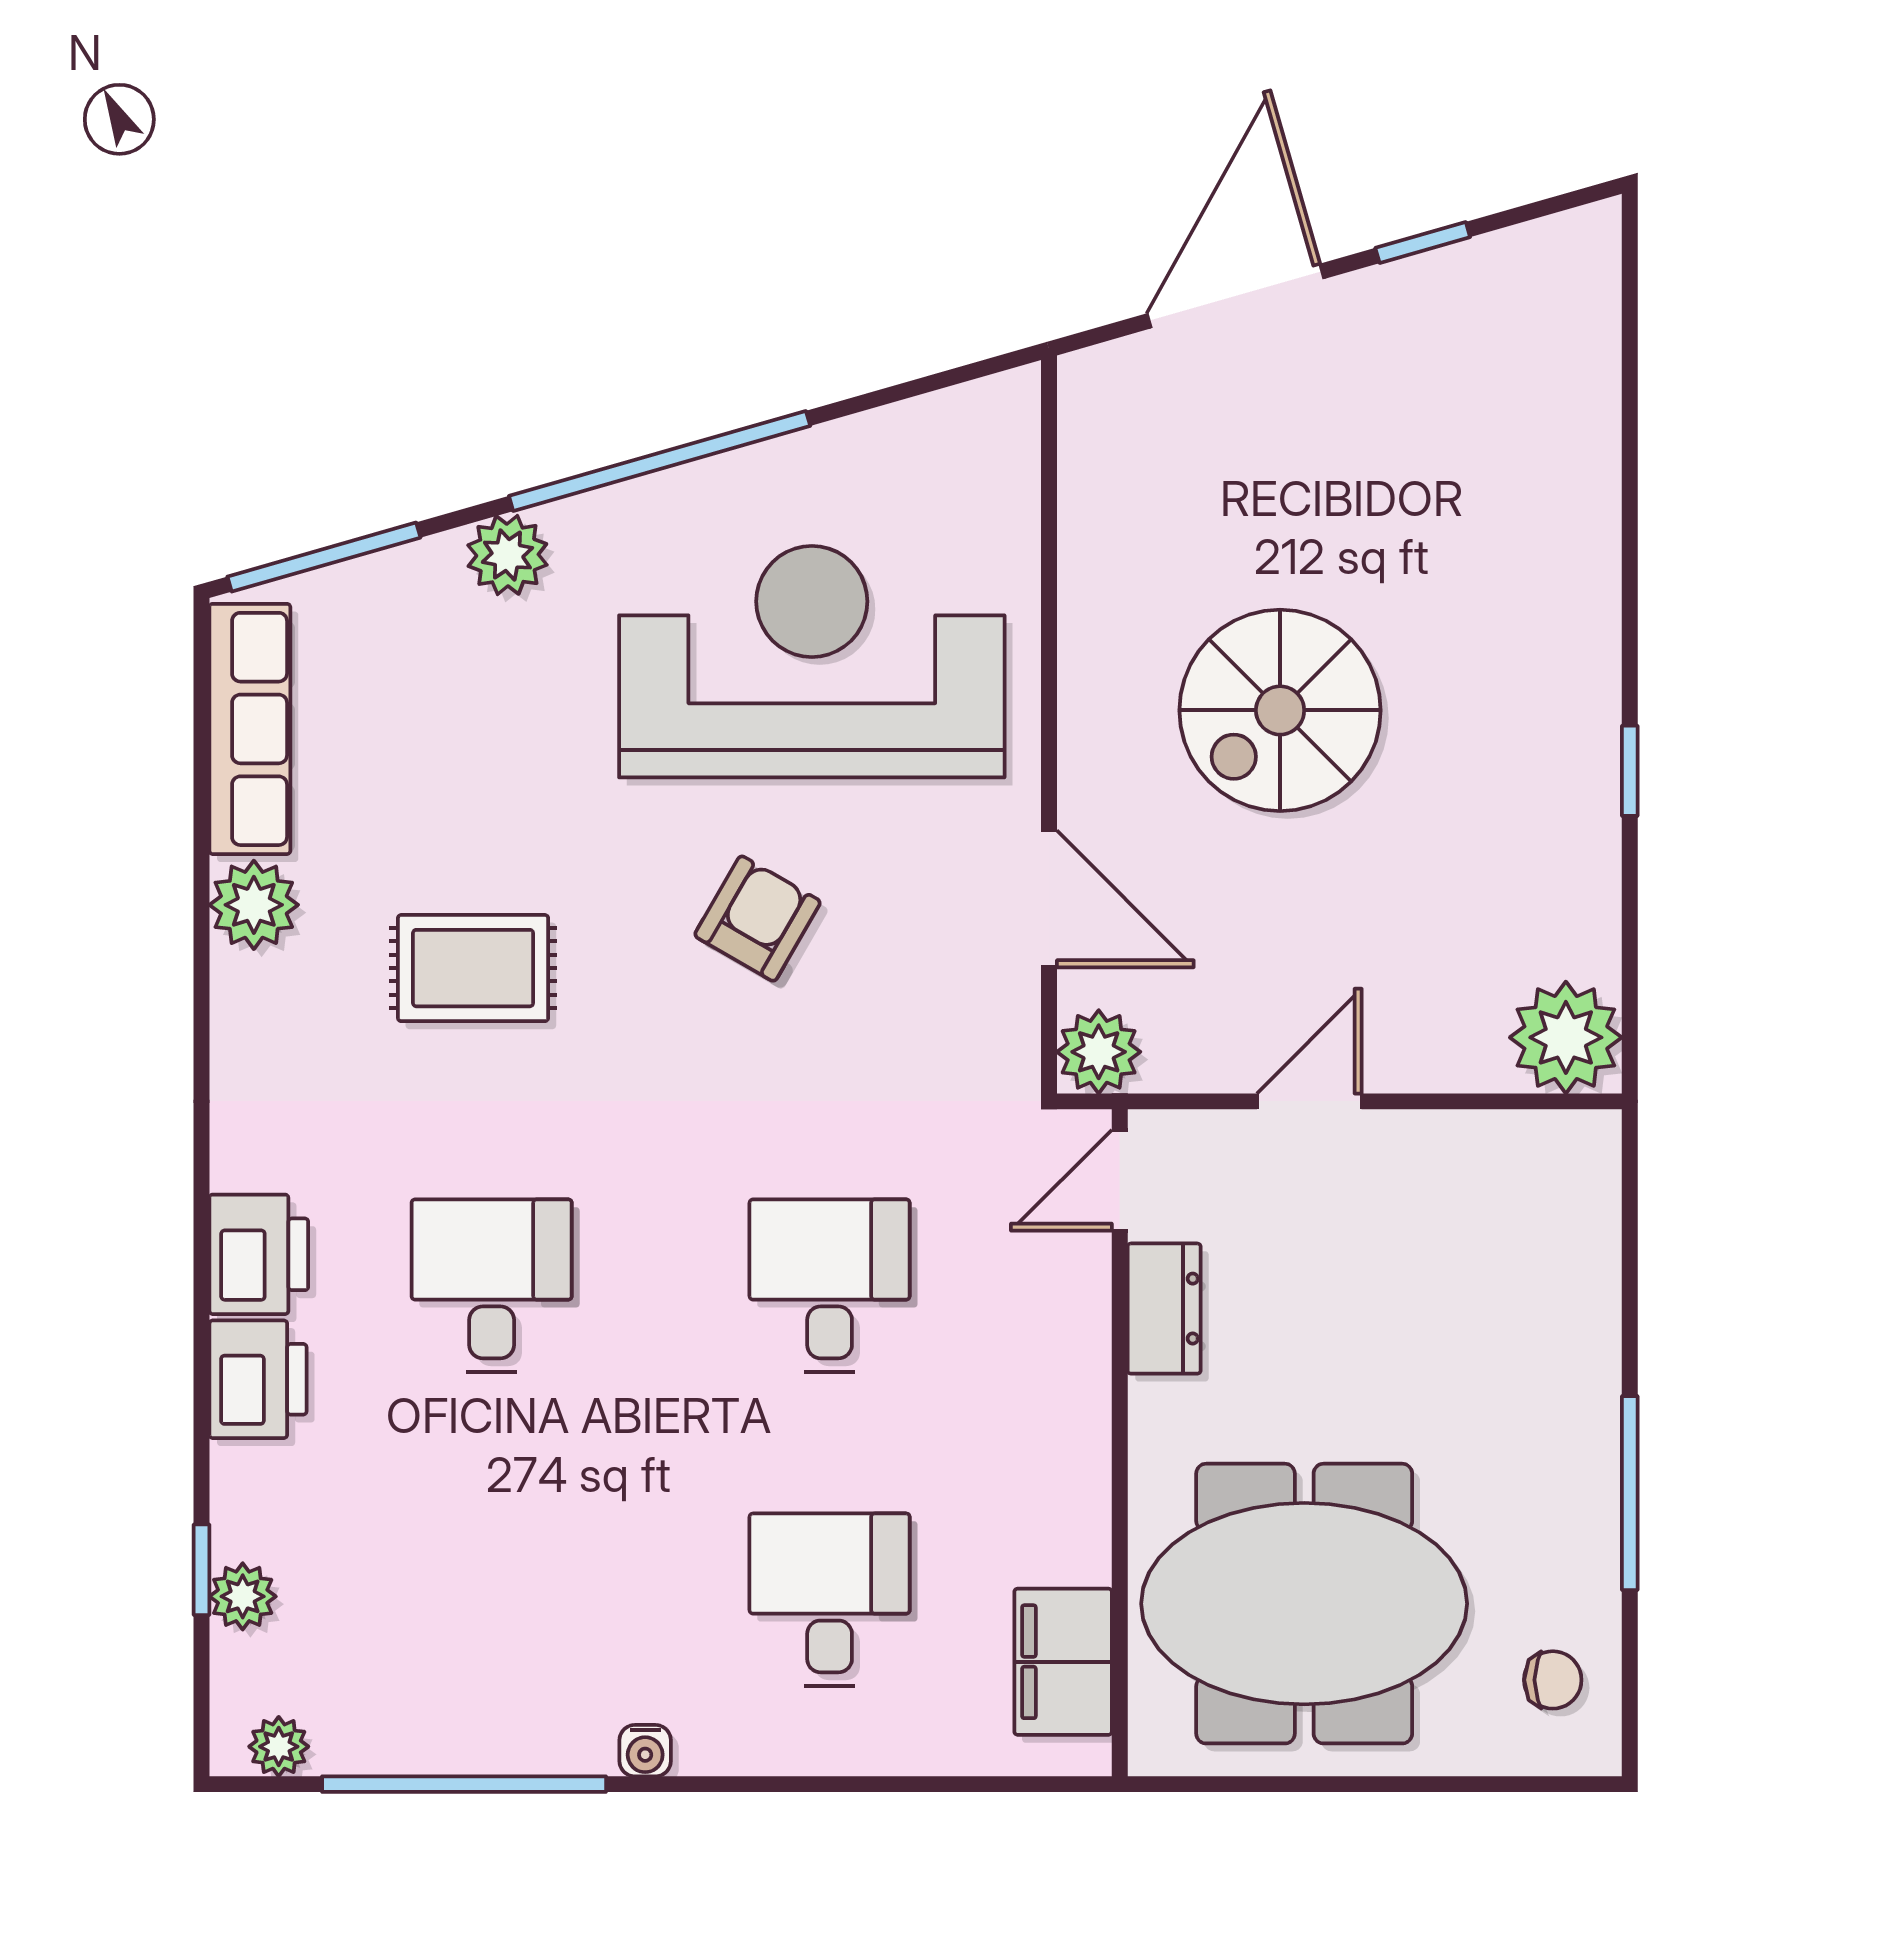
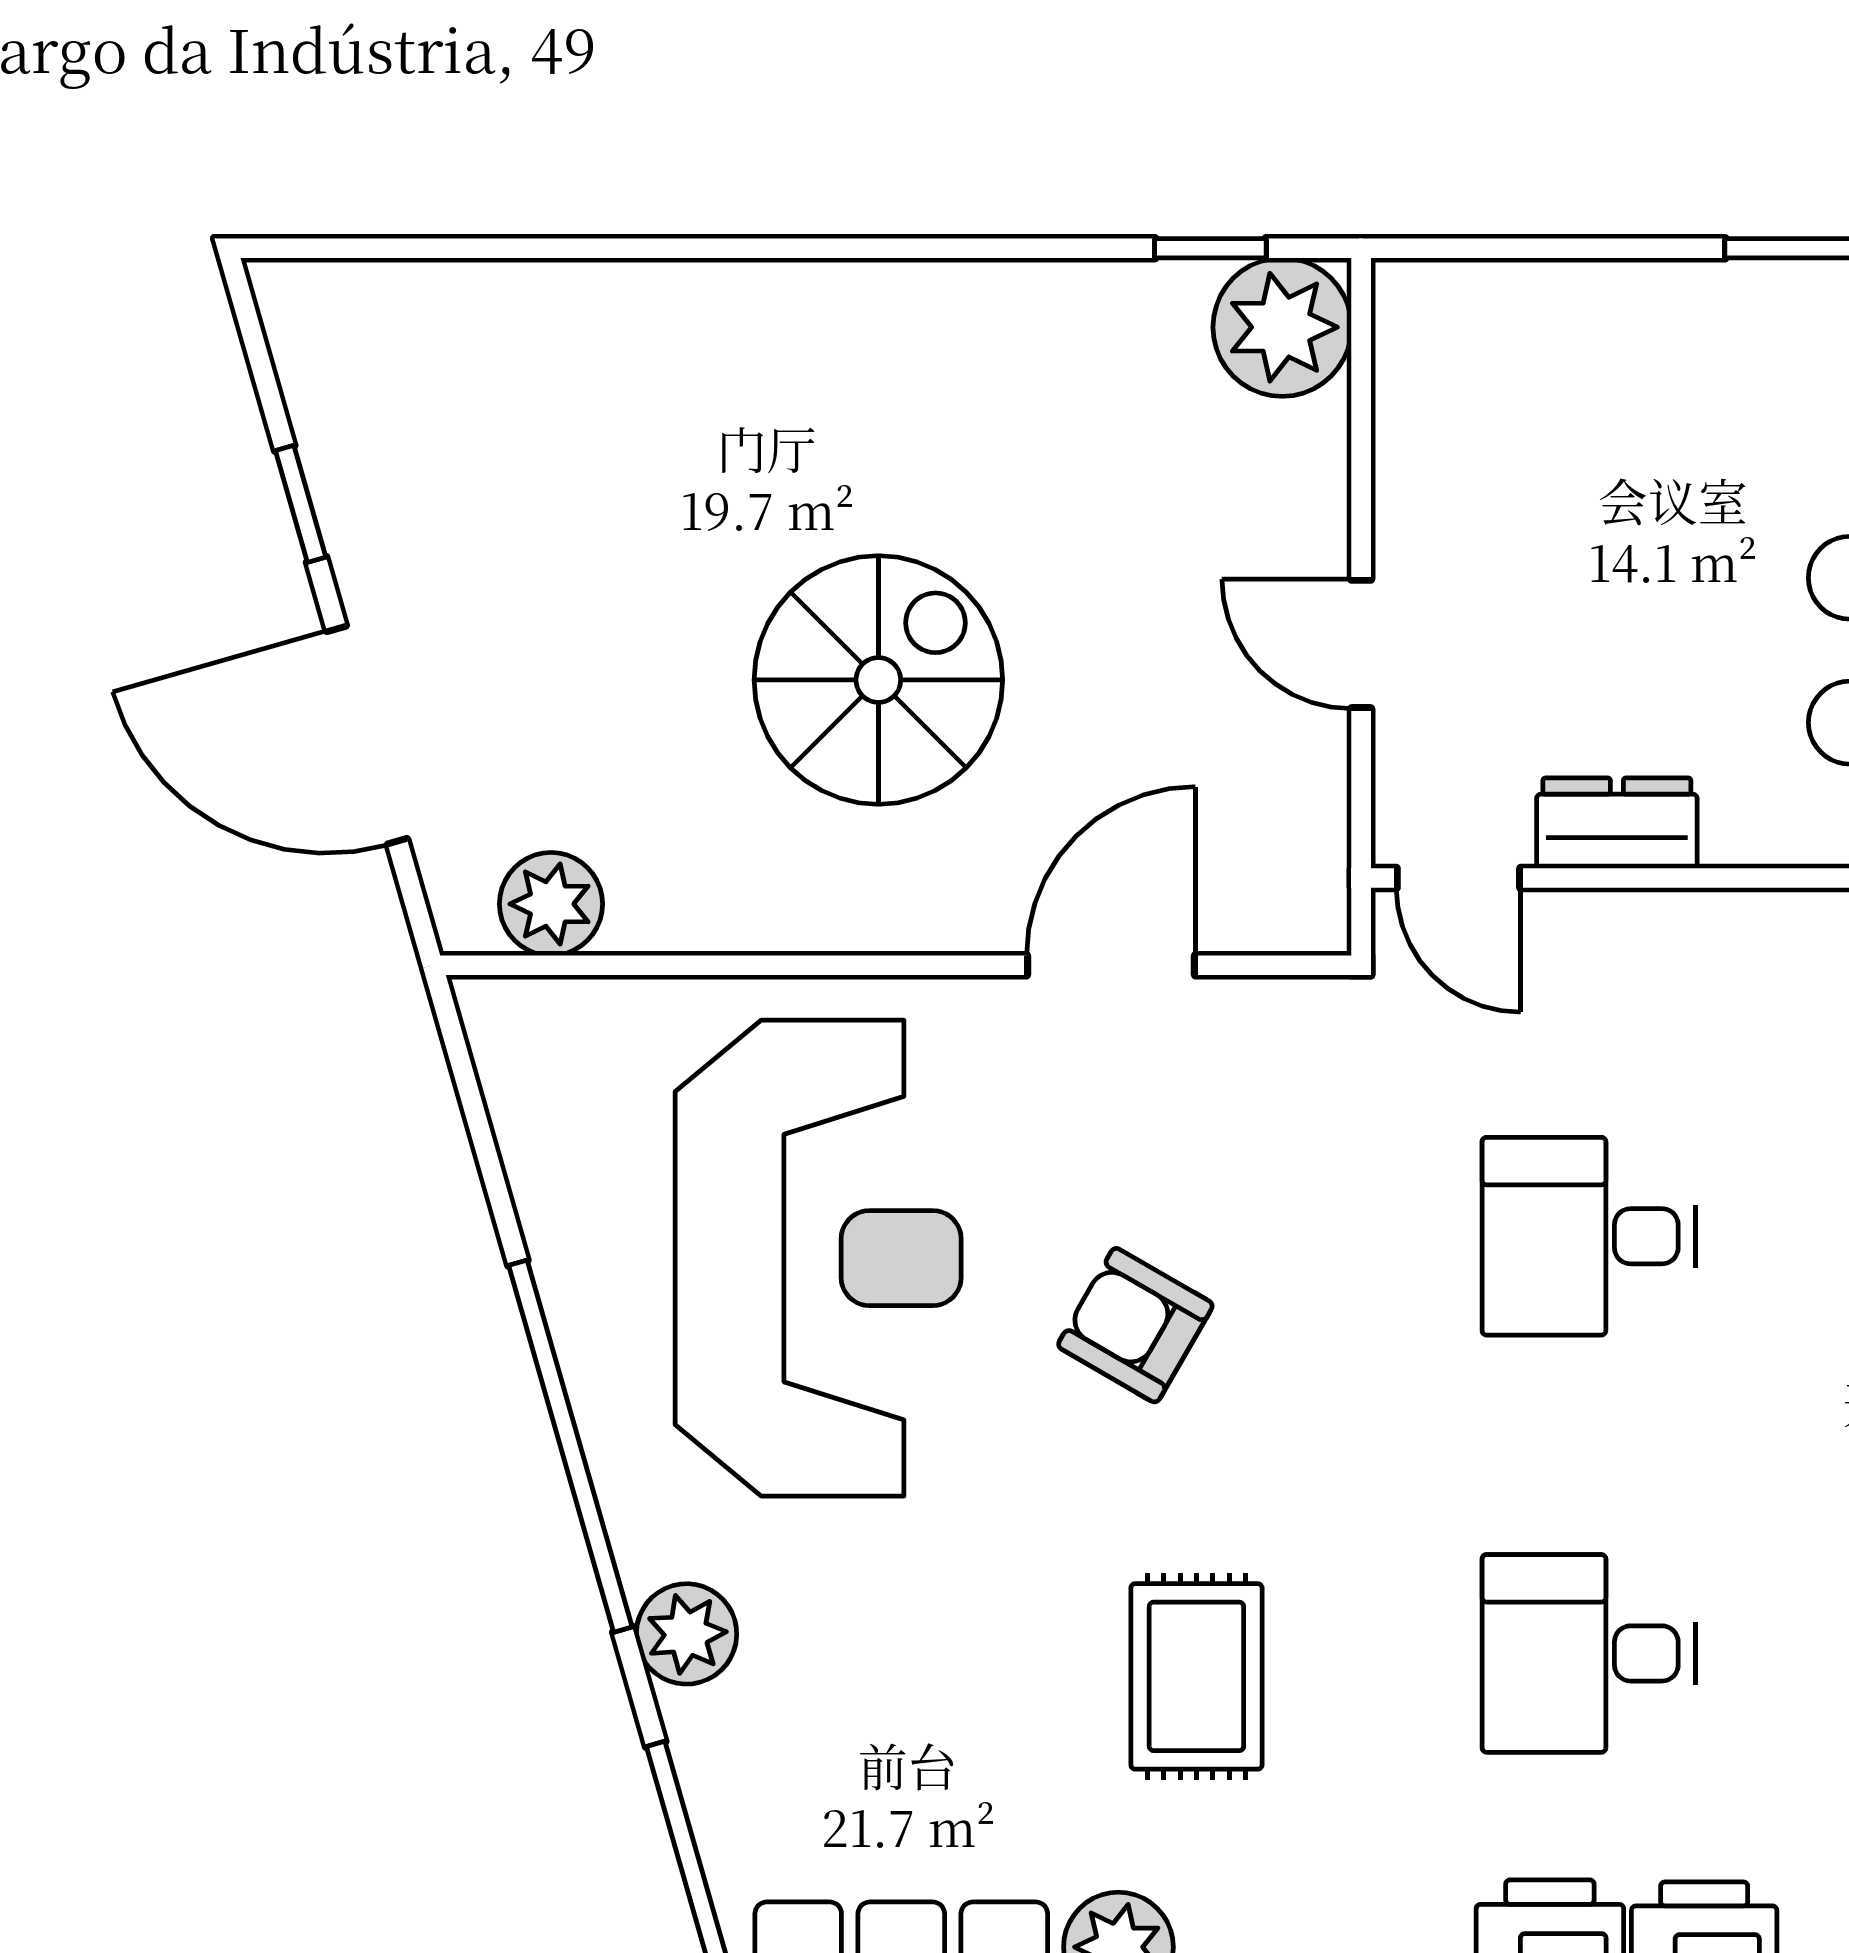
reception desk: (812, 662) -> (818, 1258), turned 180
spiral stairs: (1280, 710) -> (878, 680), turned -90
window: (1630, 771) -> (1210, 248), moved
plant: (1099, 1052) -> (551, 904), moved

